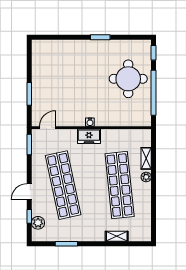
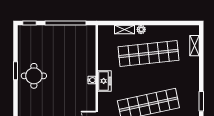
round table: (128, 79) -> (34, 76), moved, width x0.73, depth x0.73
shelving: (117, 236) -> (195, 46), moved

